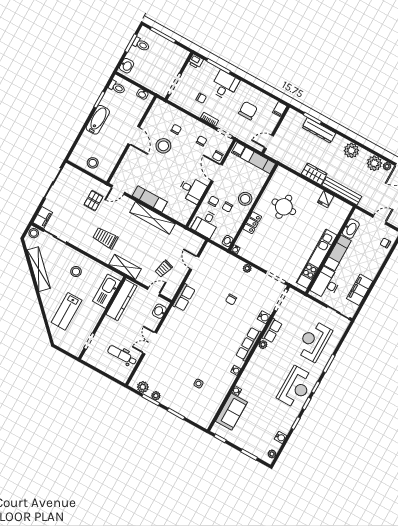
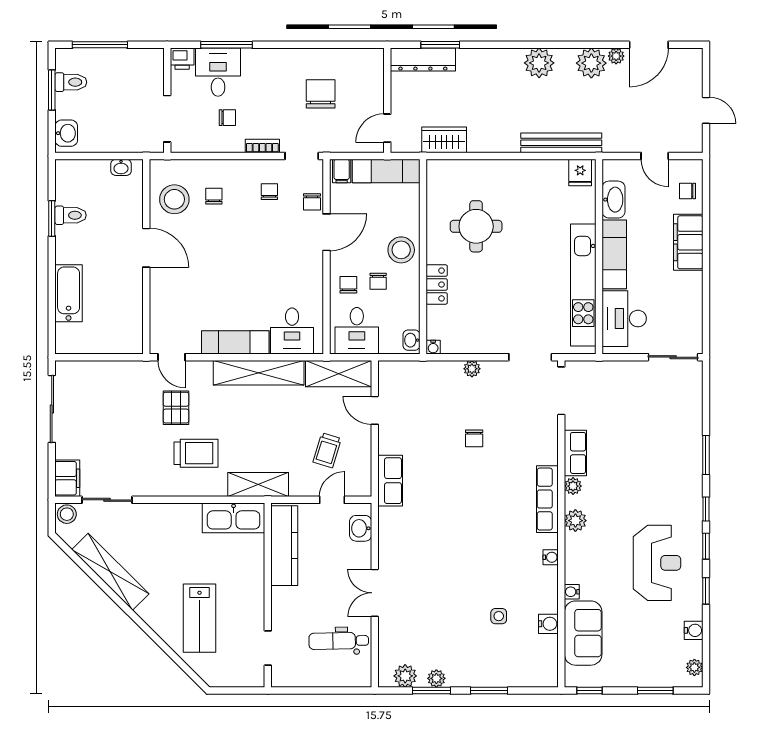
desk: (225, 85) -> (218, 72), moved
toilet: (117, 87) -> (71, 215), moved
filing cabinet: (280, 109) -> (375, 61), removed
bathtub: (98, 120) -> (69, 293), moved
dresser: (319, 130) -> (423, 60), moved
stool: (163, 146) -> (174, 199), moved
stool: (93, 163) -> (101, 335), removed
door: (217, 173) -> (326, 232), swing flipped
wardrobe: (314, 174) -> (444, 140), moved
door: (118, 190) -> (171, 357), hinge flipped
desk: (192, 190) -> (292, 331), moved, turned 90
fridge: (326, 199) -> (580, 173), moved
pallet: (93, 201) -> (176, 408), moved
door: (379, 220) -> (655, 156), swing flipped
trolley: (105, 238) -> (196, 453), turned 180
shelving: (187, 238) -> (339, 374), added
stool: (76, 272) -> (177, 540), removed
filing cabinet: (360, 290) -> (688, 242), moved
kitchen sink: (107, 291) -> (234, 518), moved, turned -90
water cooler: (264, 317) -> (548, 624), moved
reception desk: (314, 341) -> (658, 431), removed
plant: (256, 360) -> (575, 521), added
reception desk: (296, 387) -> (657, 563), moved

